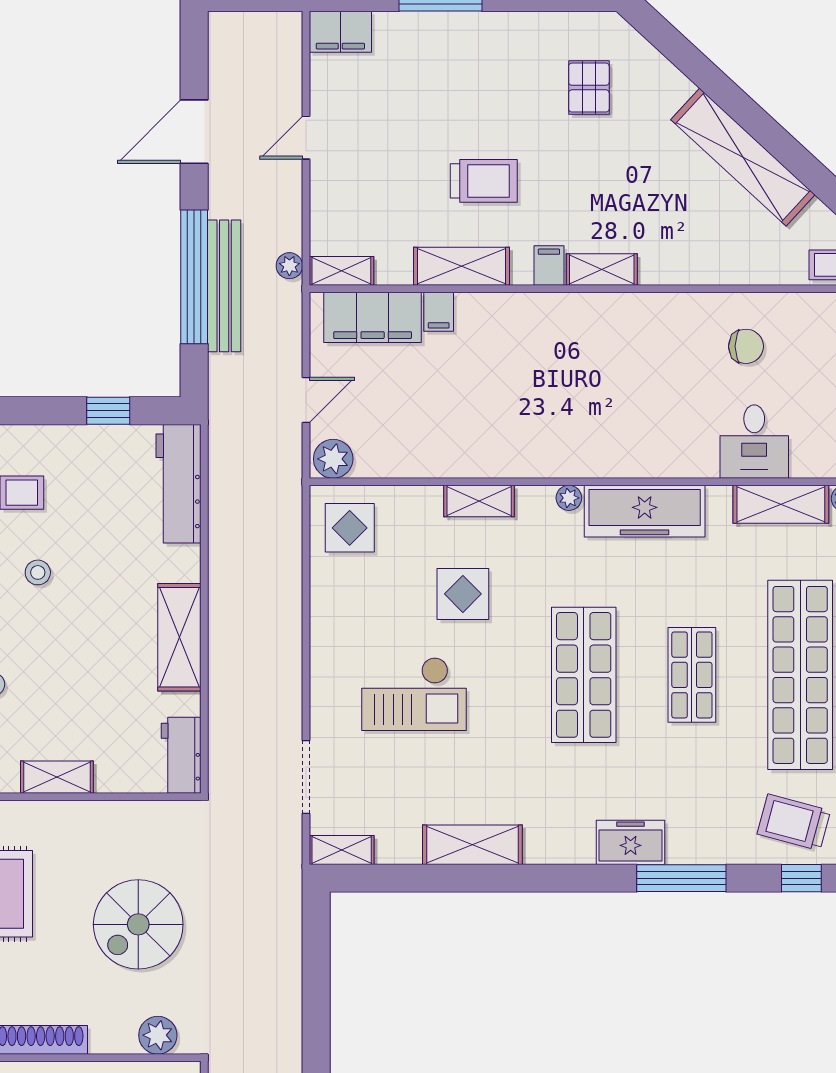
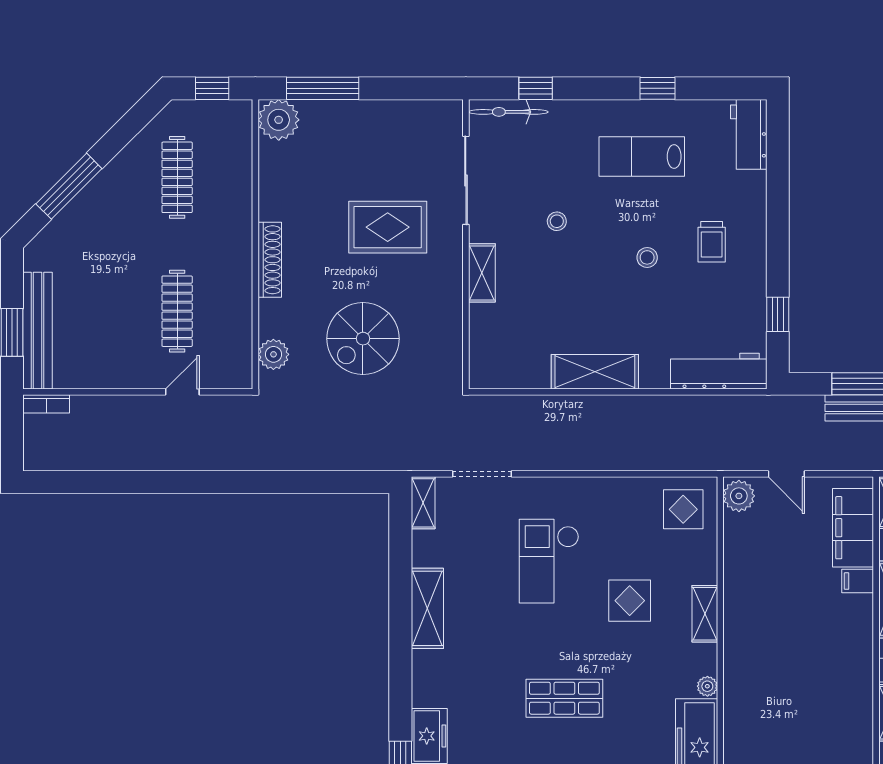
shop shelf: (584, 675) -> (564, 698), width x0.70, depth x0.74
workbench: (181, 755) -> (500, 373), removed
spiral stairs: (138, 924) -> (363, 339), turned -90

